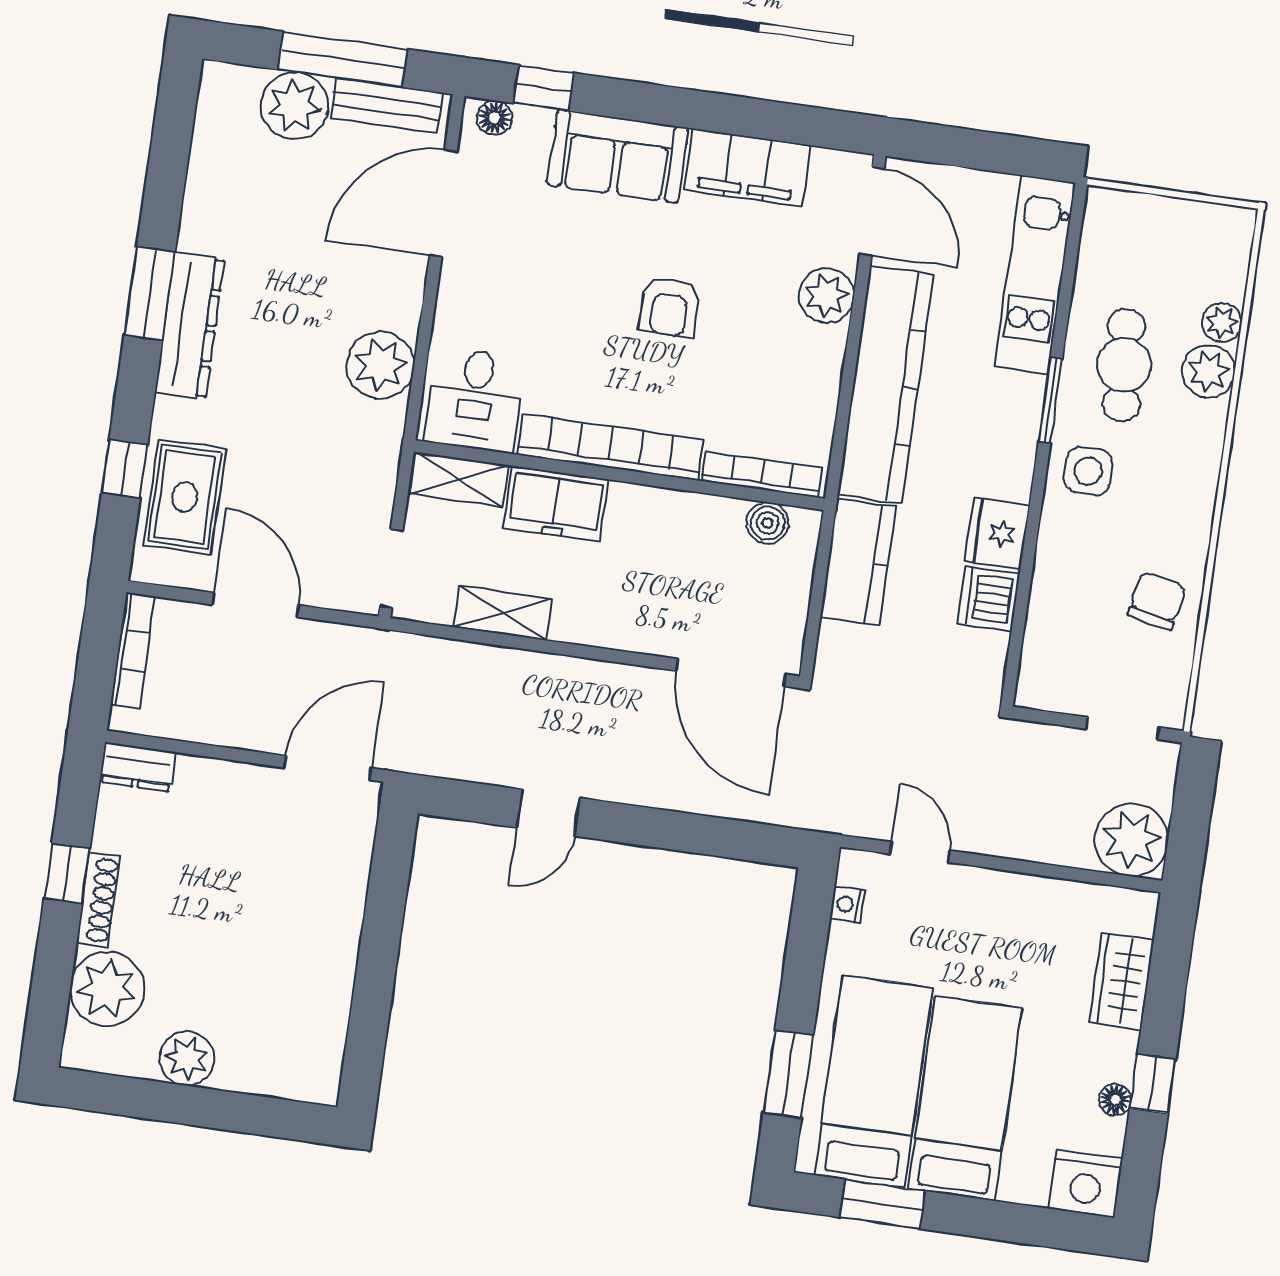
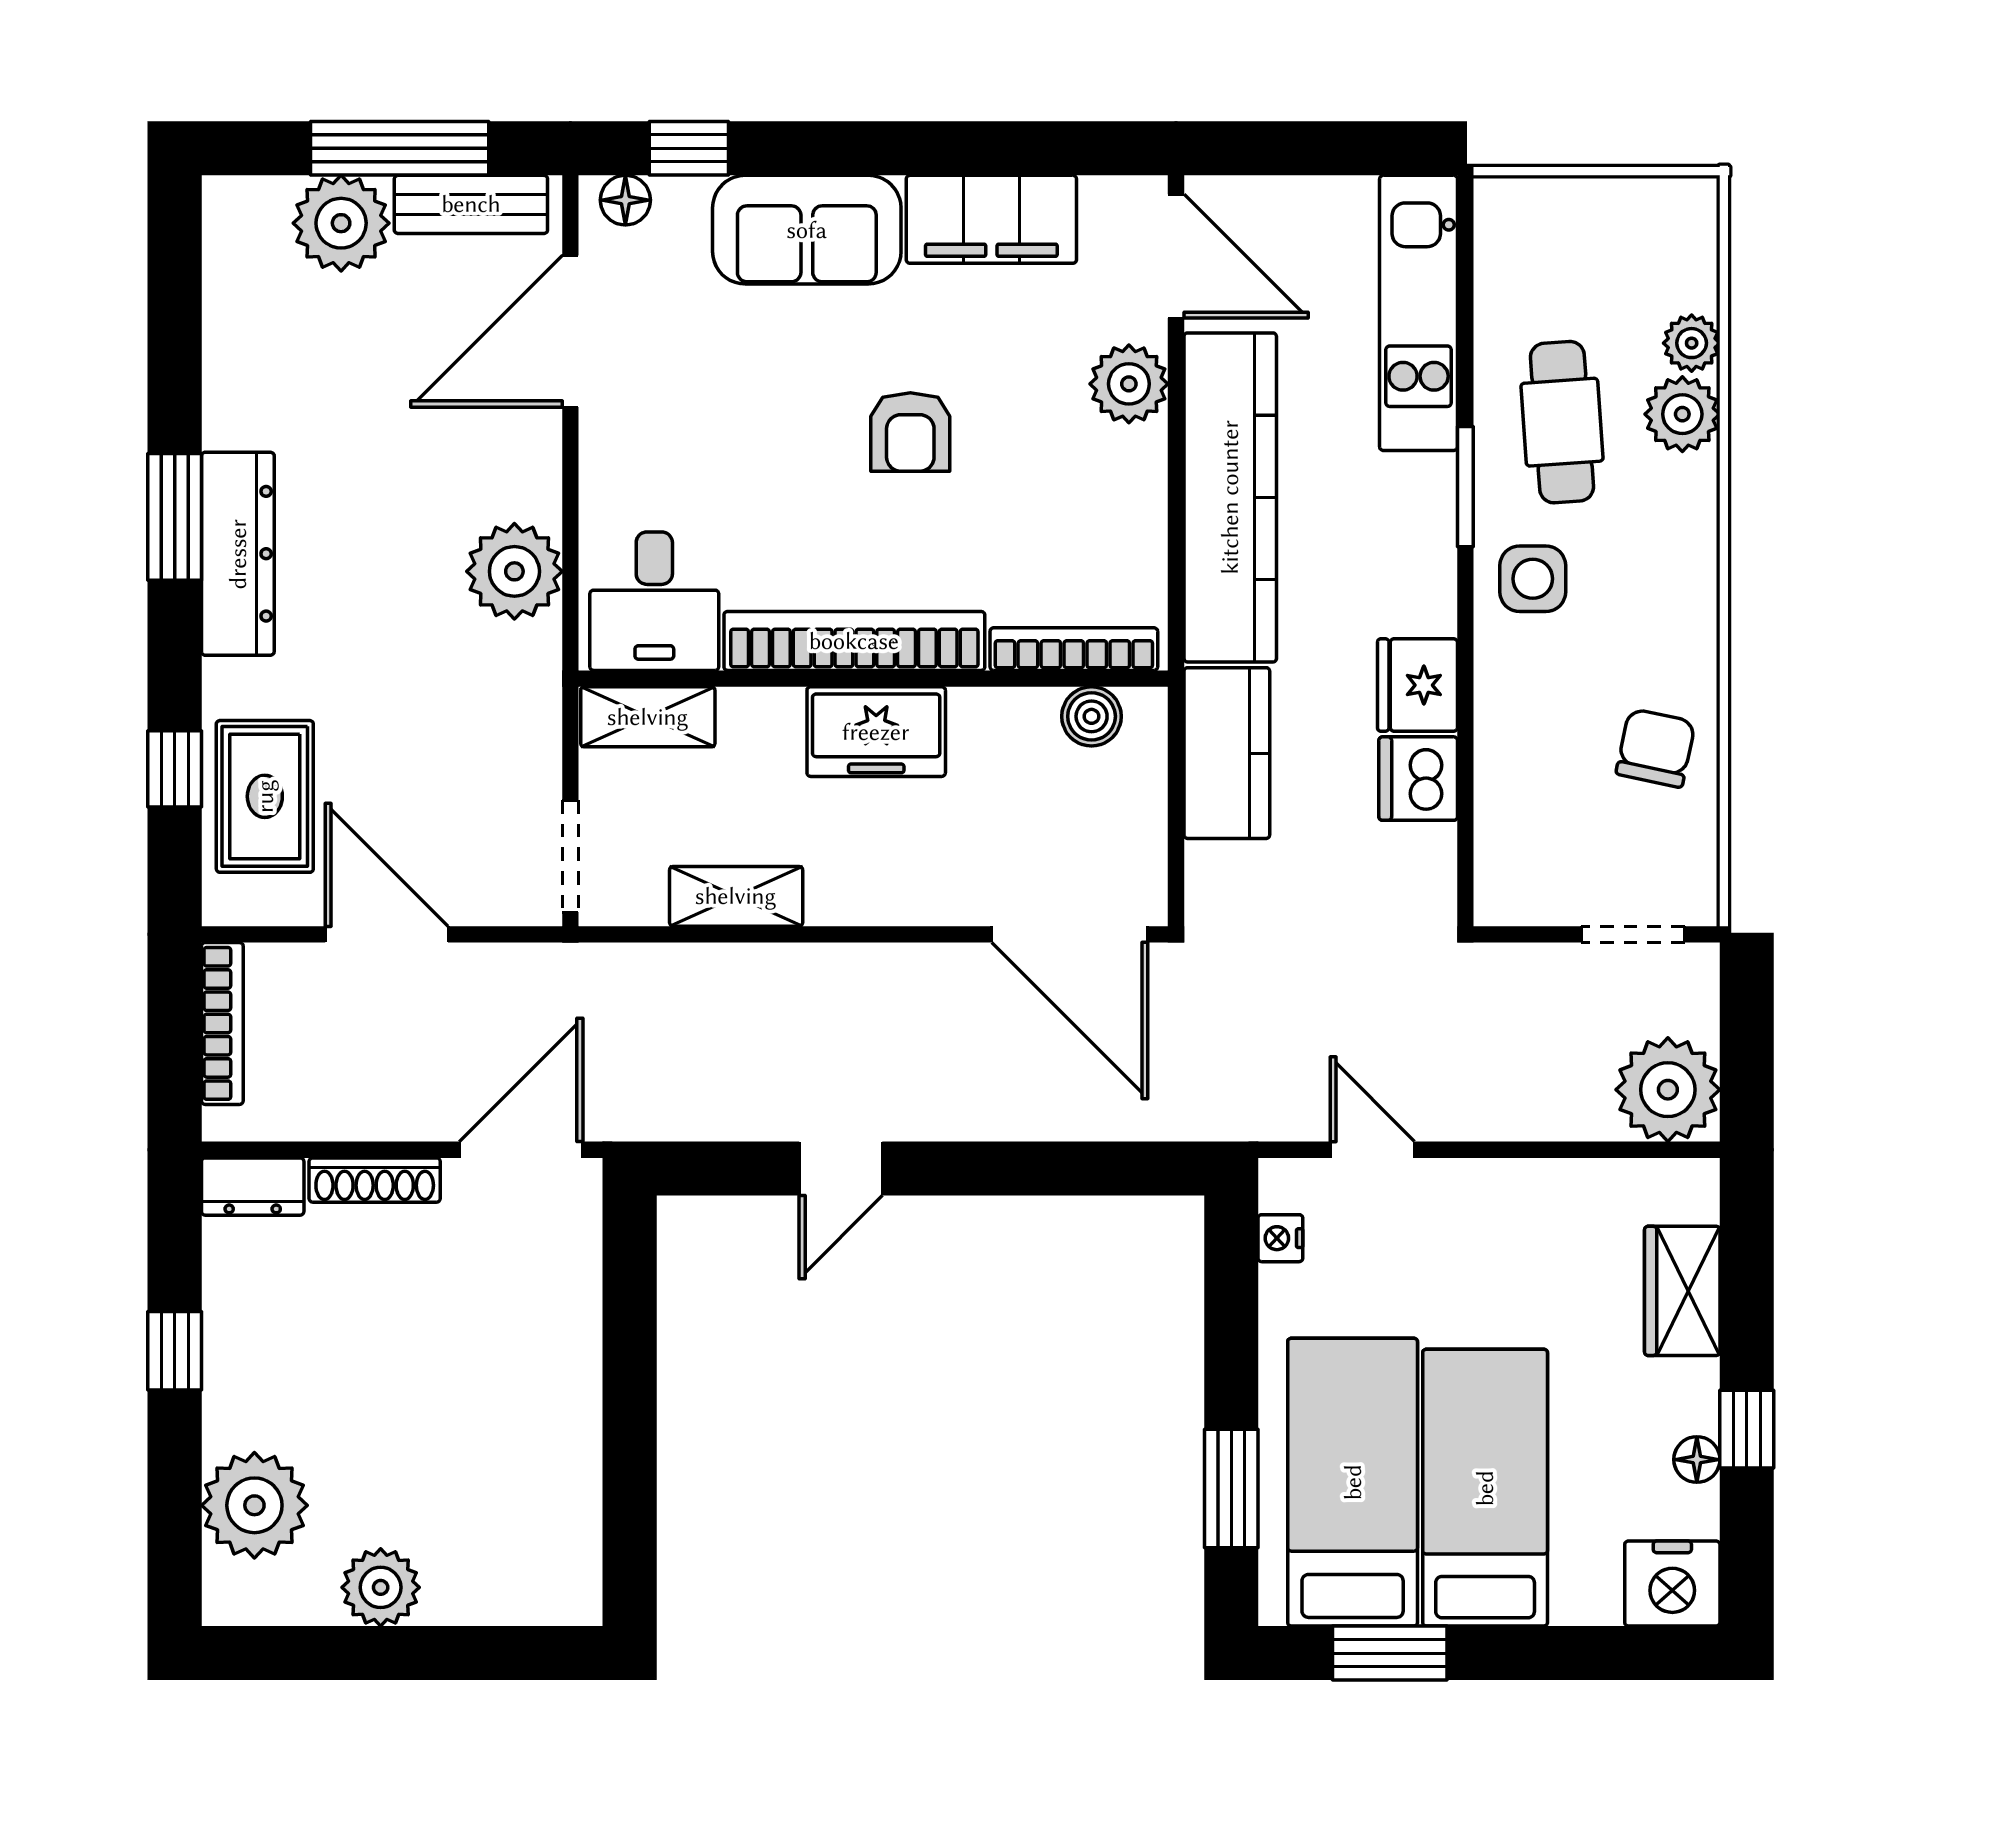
freezer: (556, 504) -> (876, 732), moved
shoe rack: (98, 900) -> (375, 1180), moved, turned 90

